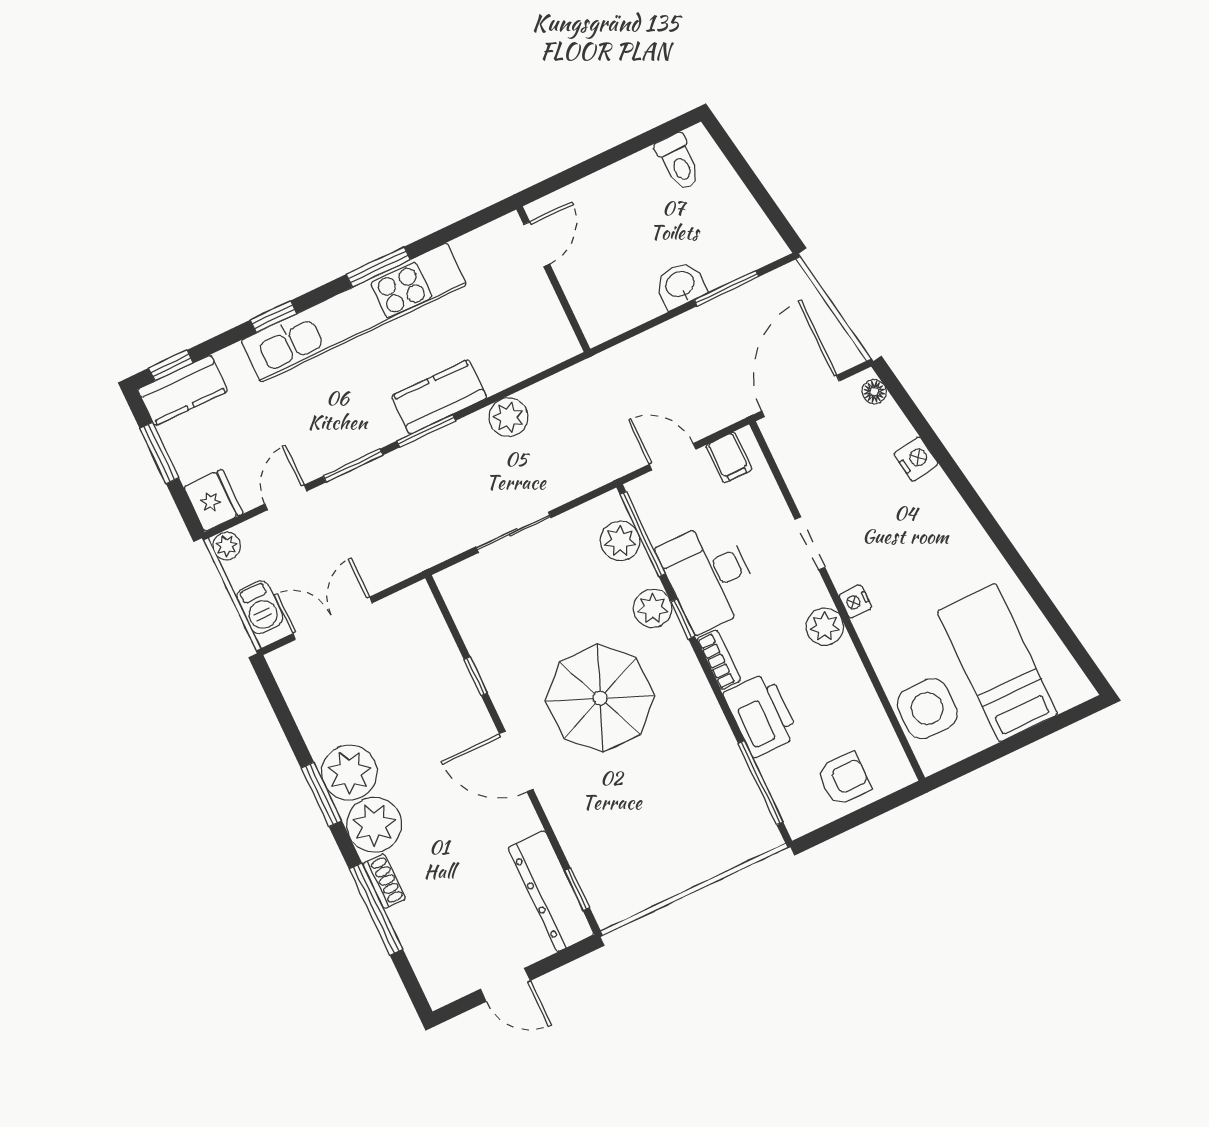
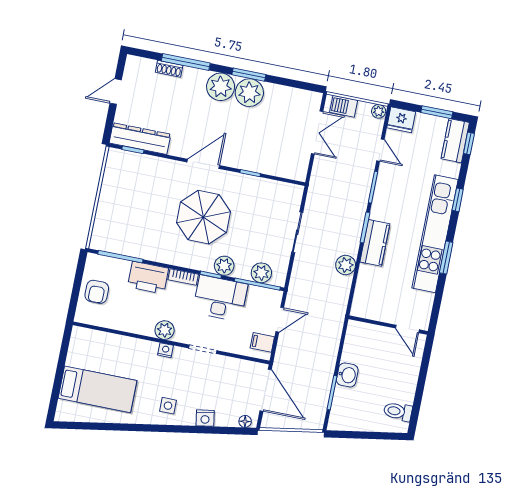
side table: (927, 709) -> (168, 406), moved, width x0.54, depth x0.54
shoe rack: (384, 881) -> (169, 69), moved

